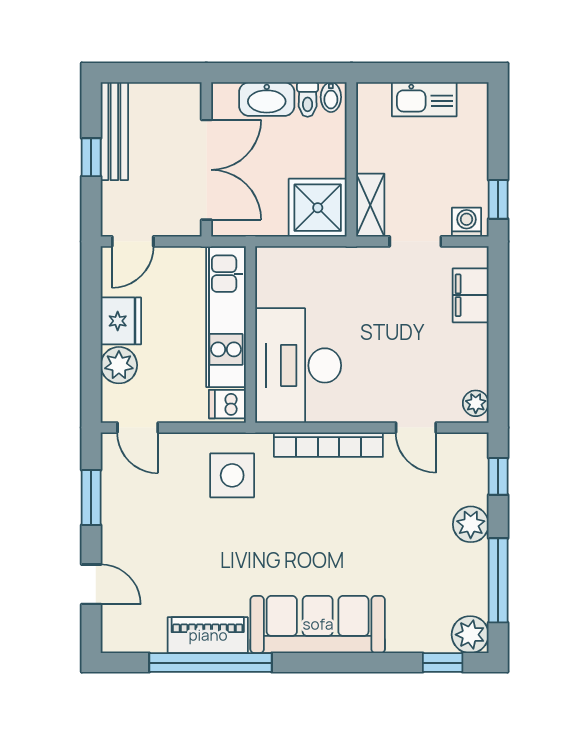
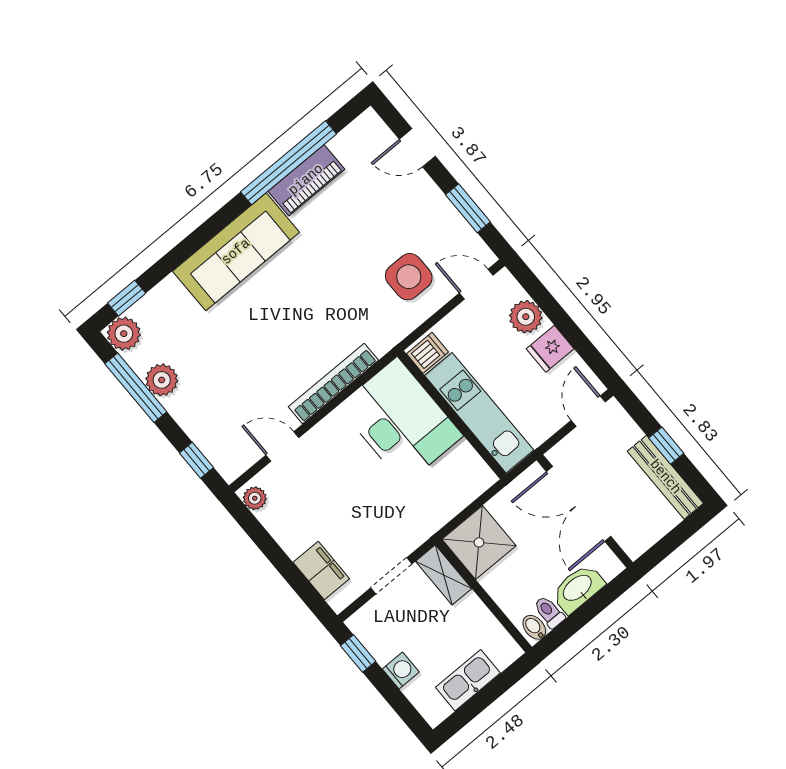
washing machine: (466, 222) -> (401, 670), moved, turned -90
fridge: (121, 321) -> (550, 349), width x0.72
side table: (232, 475) -> (409, 277), moved
plant: (471, 524) -> (162, 380), moved

